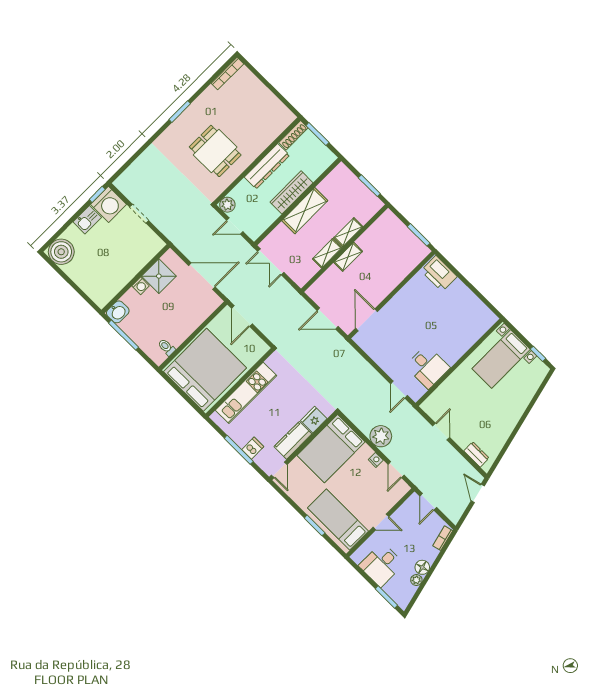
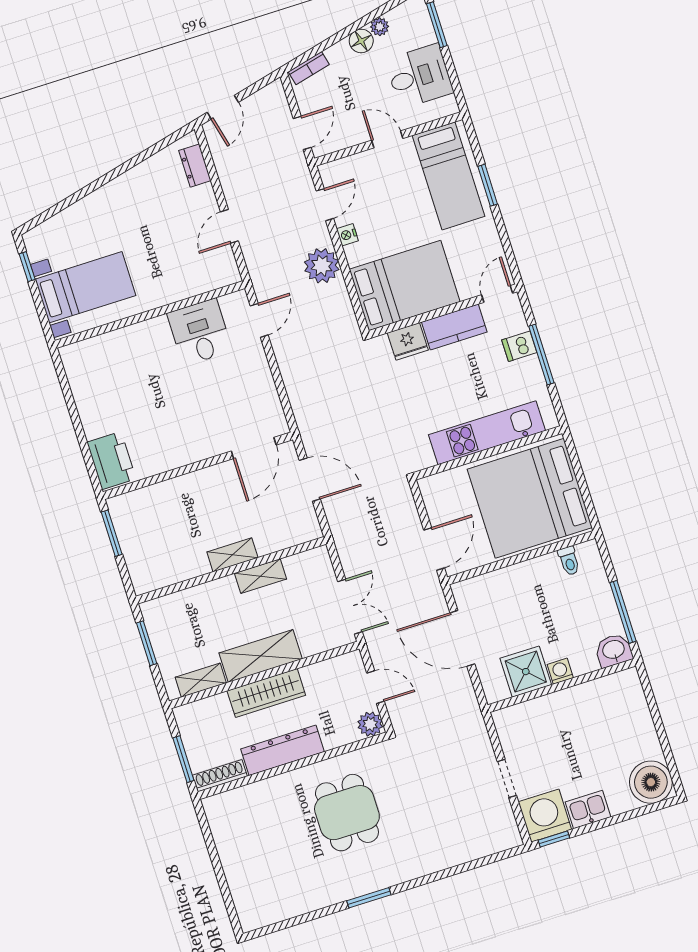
bookcase: (227, 74) -> (270, 917), removed
shelving: (348, 232) -> (201, 680), moved

